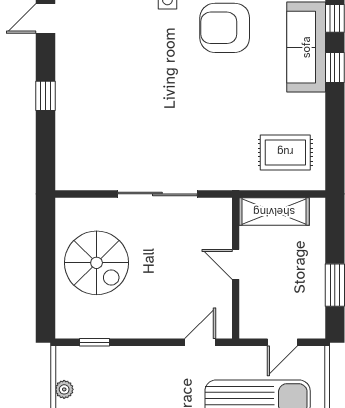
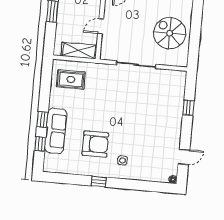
window: (45, 96) -> (188, 108), moved
door: (236, 264) -> (101, 26), swing flipped

